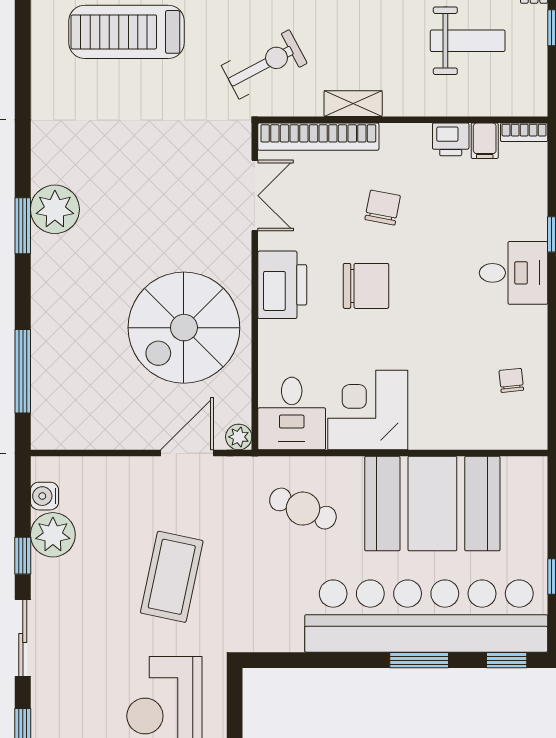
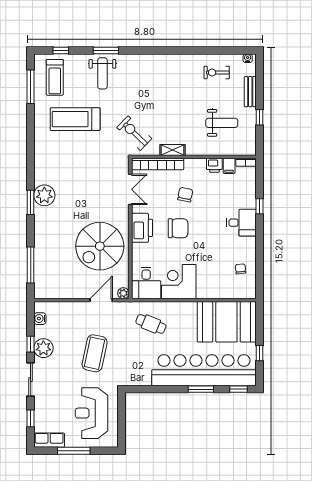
exercise bike: (264, 64) -> (134, 133), turned -108
booth: (432, 504) -> (226, 322), moved
plant: (53, 535) -> (43, 348), moved

